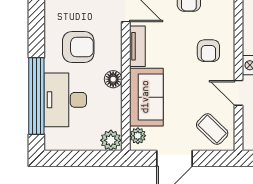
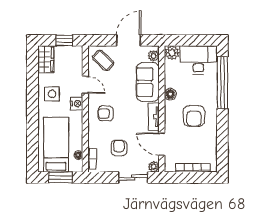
armchair: (78, 47) -> (194, 116), turned -90
armchair: (208, 51) -> (106, 113), turned -90
desk: (65, 100) -> (198, 60), moved, turned -90

